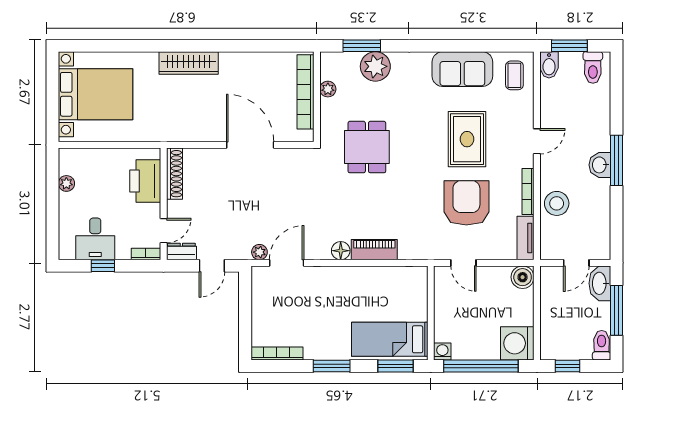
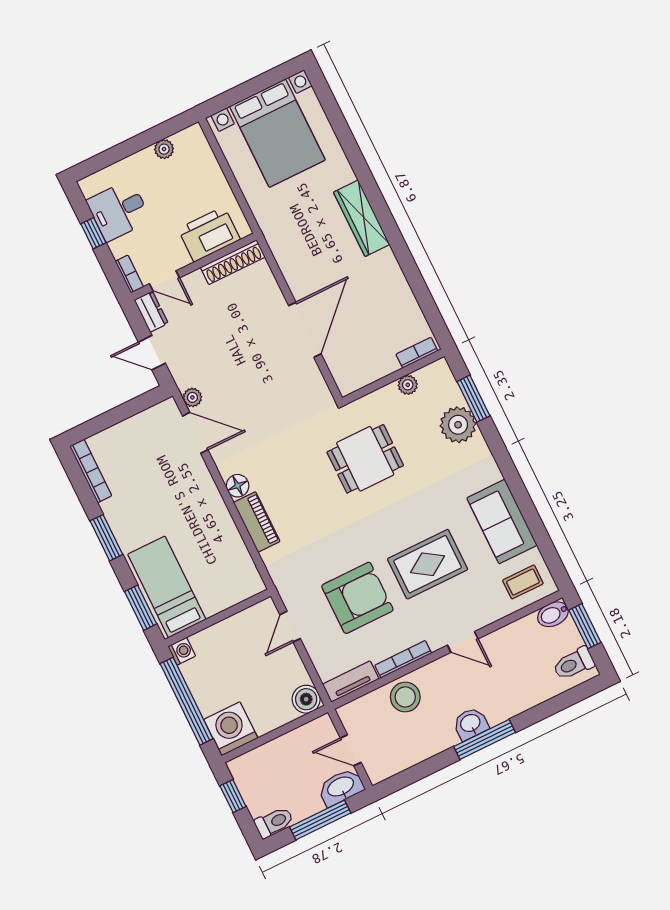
bookcase: (305, 92) -> (417, 353), width x0.43, depth x0.76

